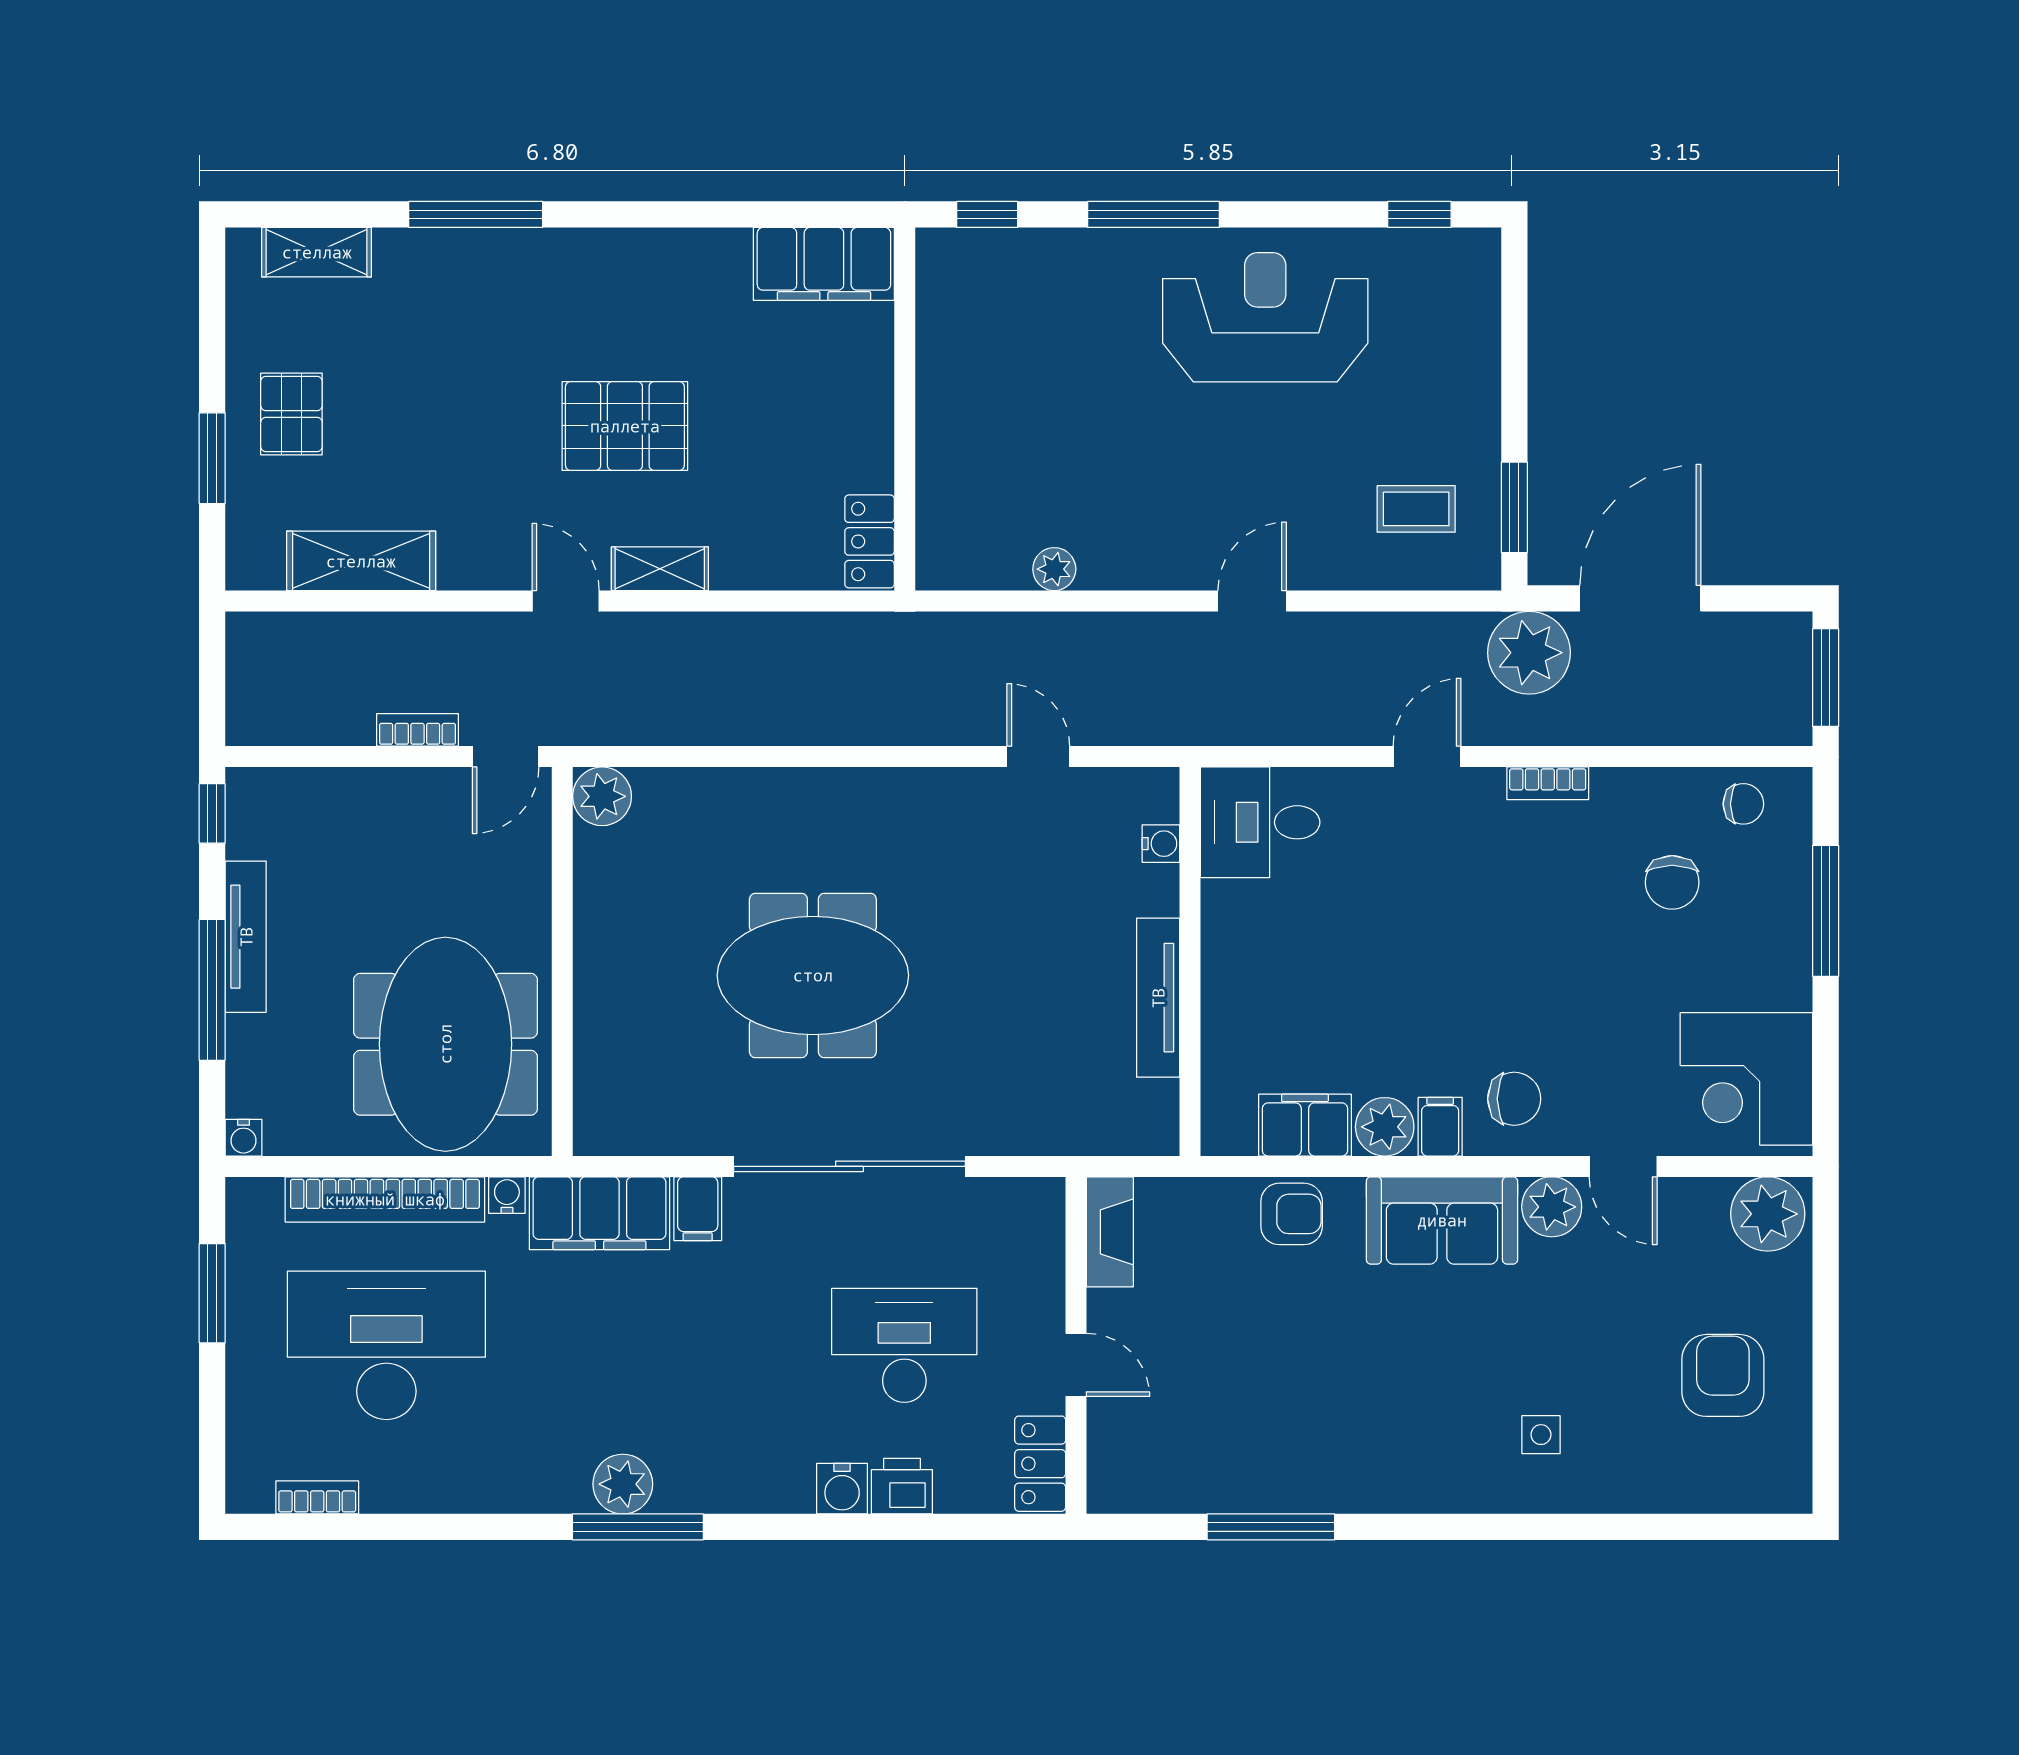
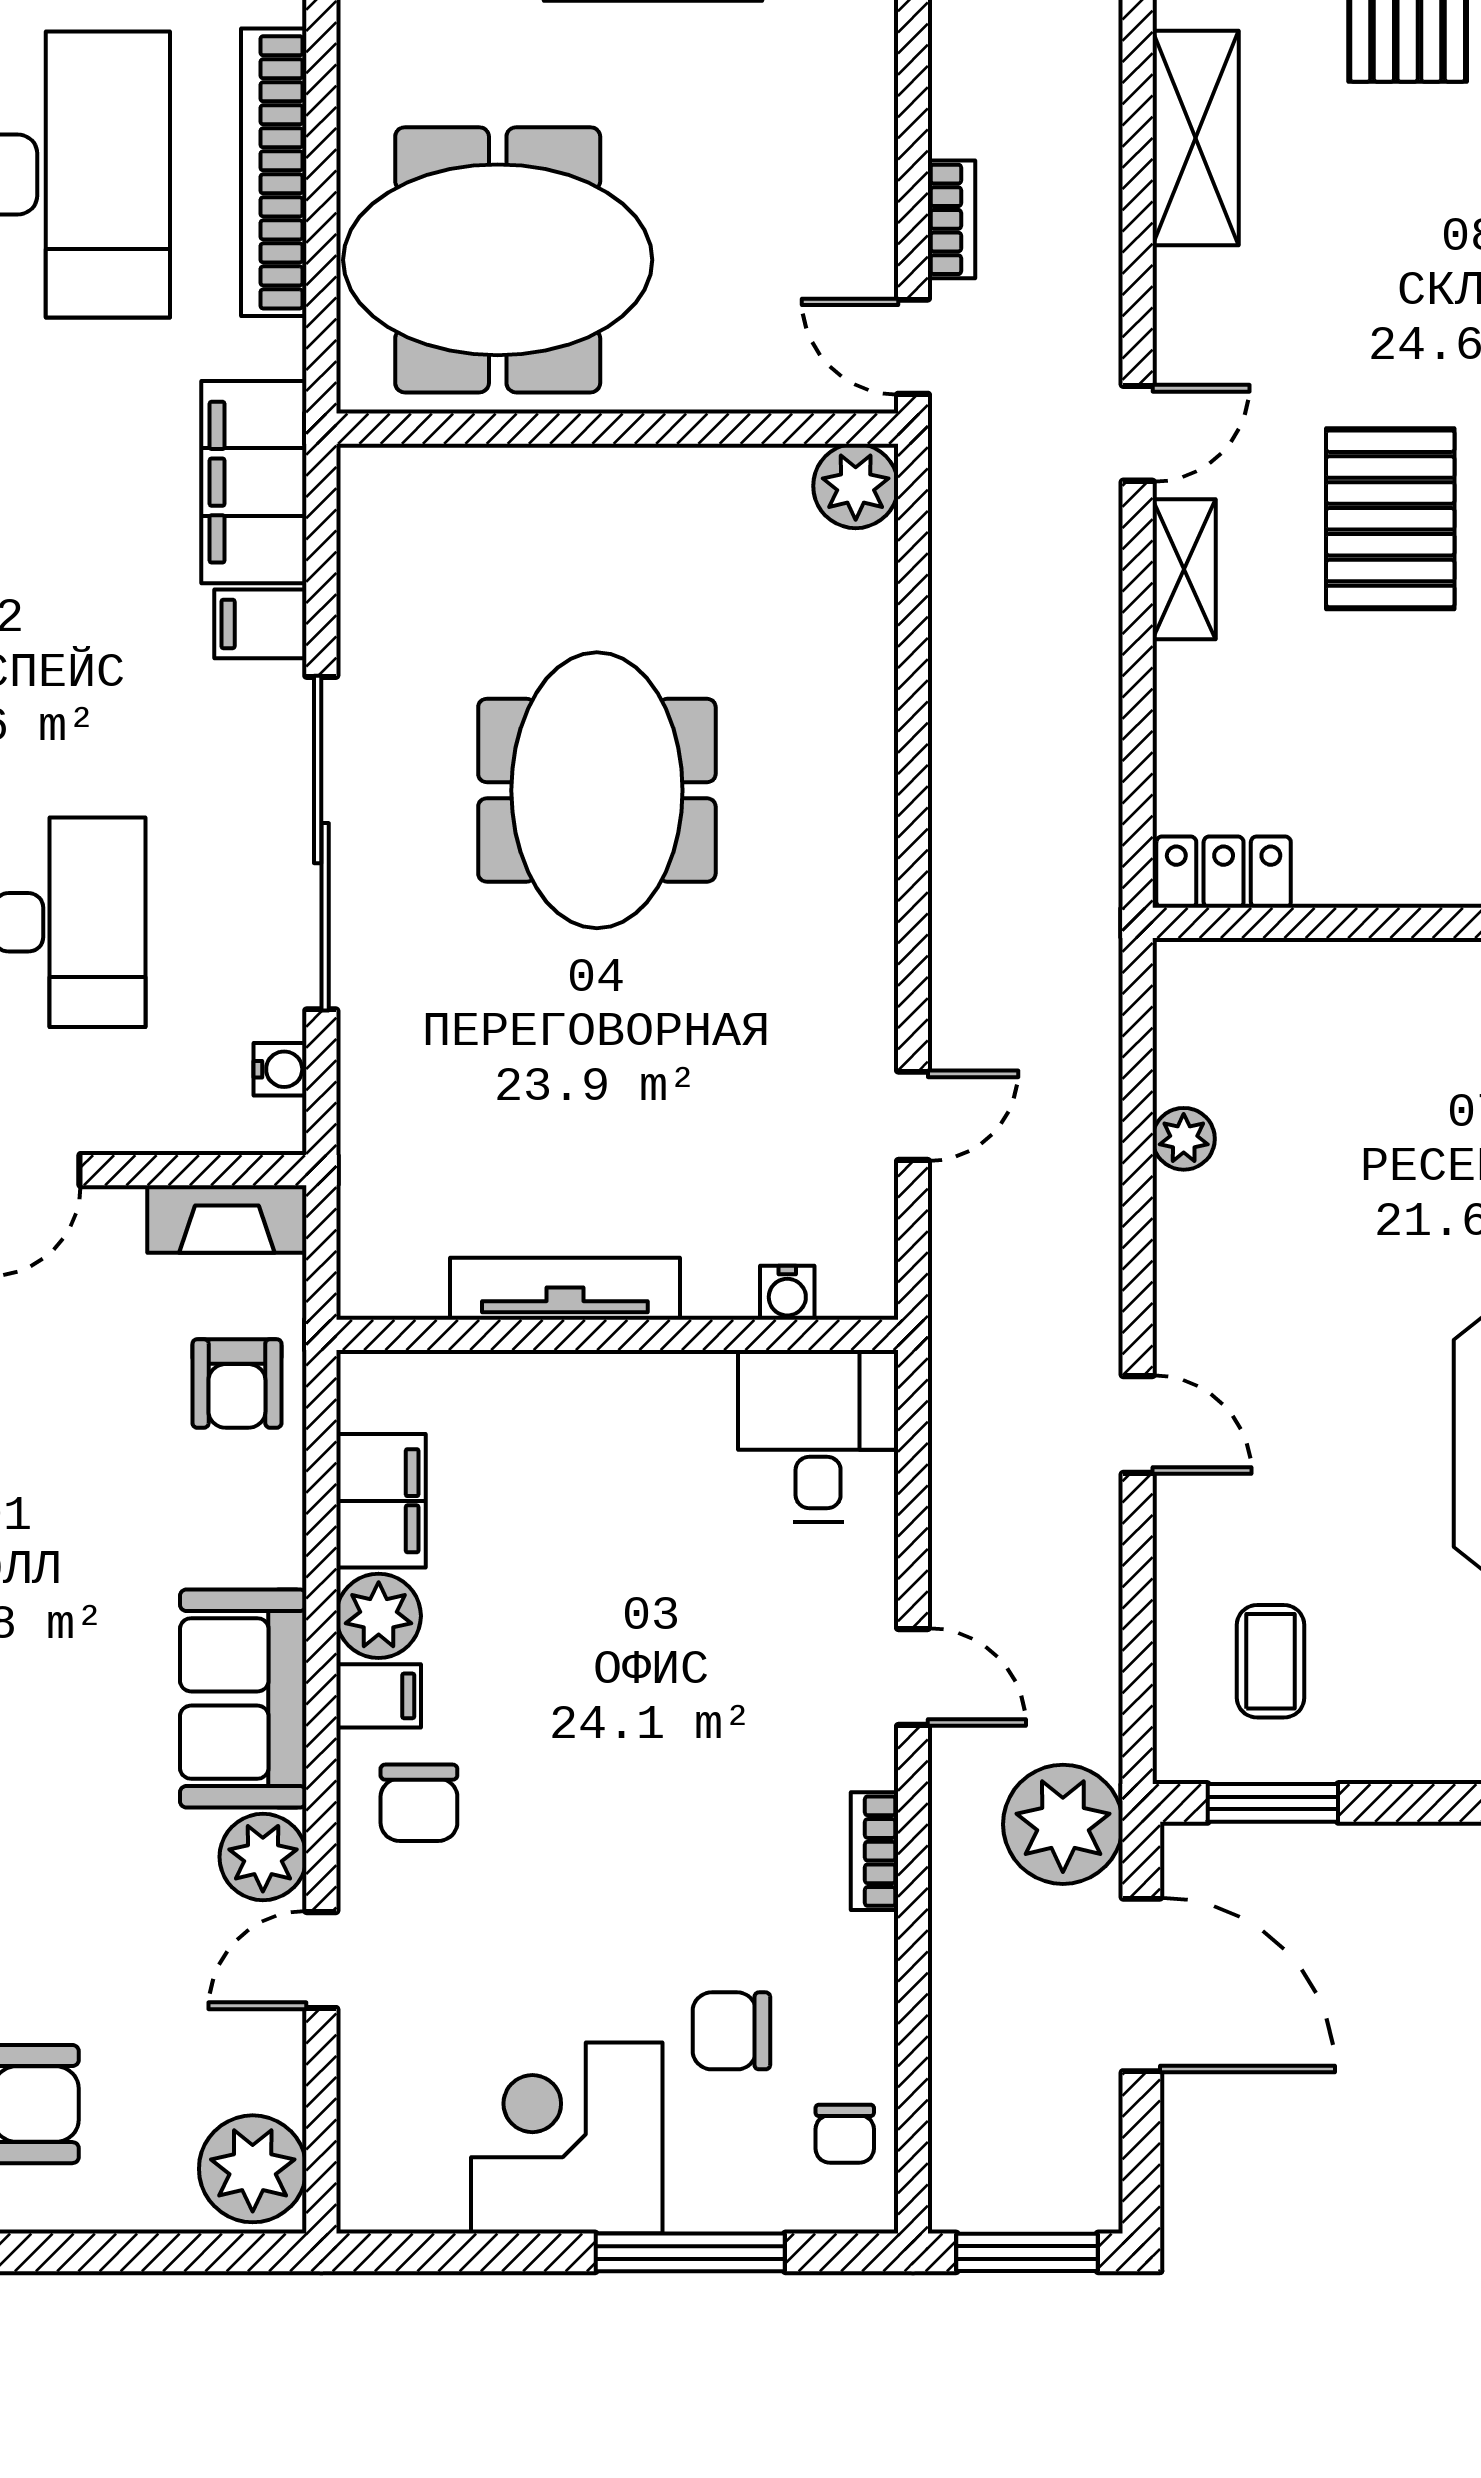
corner desk: (1746, 1079) -> (567, 2138), moved
water cooler: (507, 1195) -> (280, 1069), moved
armchair: (1292, 1214) -> (237, 1383), moved

